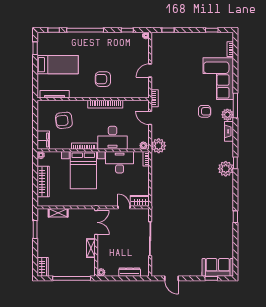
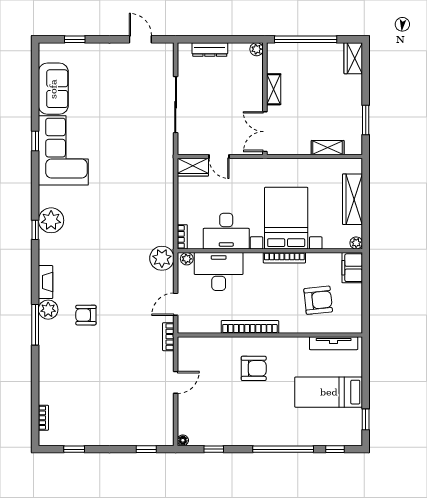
corner sofa: (218, 79) -> (63, 150), moved
door: (150, 118) -> (176, 304), swing flipped
desk: (113, 138) -> (219, 272), moved
sofa: (218, 267) -> (53, 89), moved, turned -90

